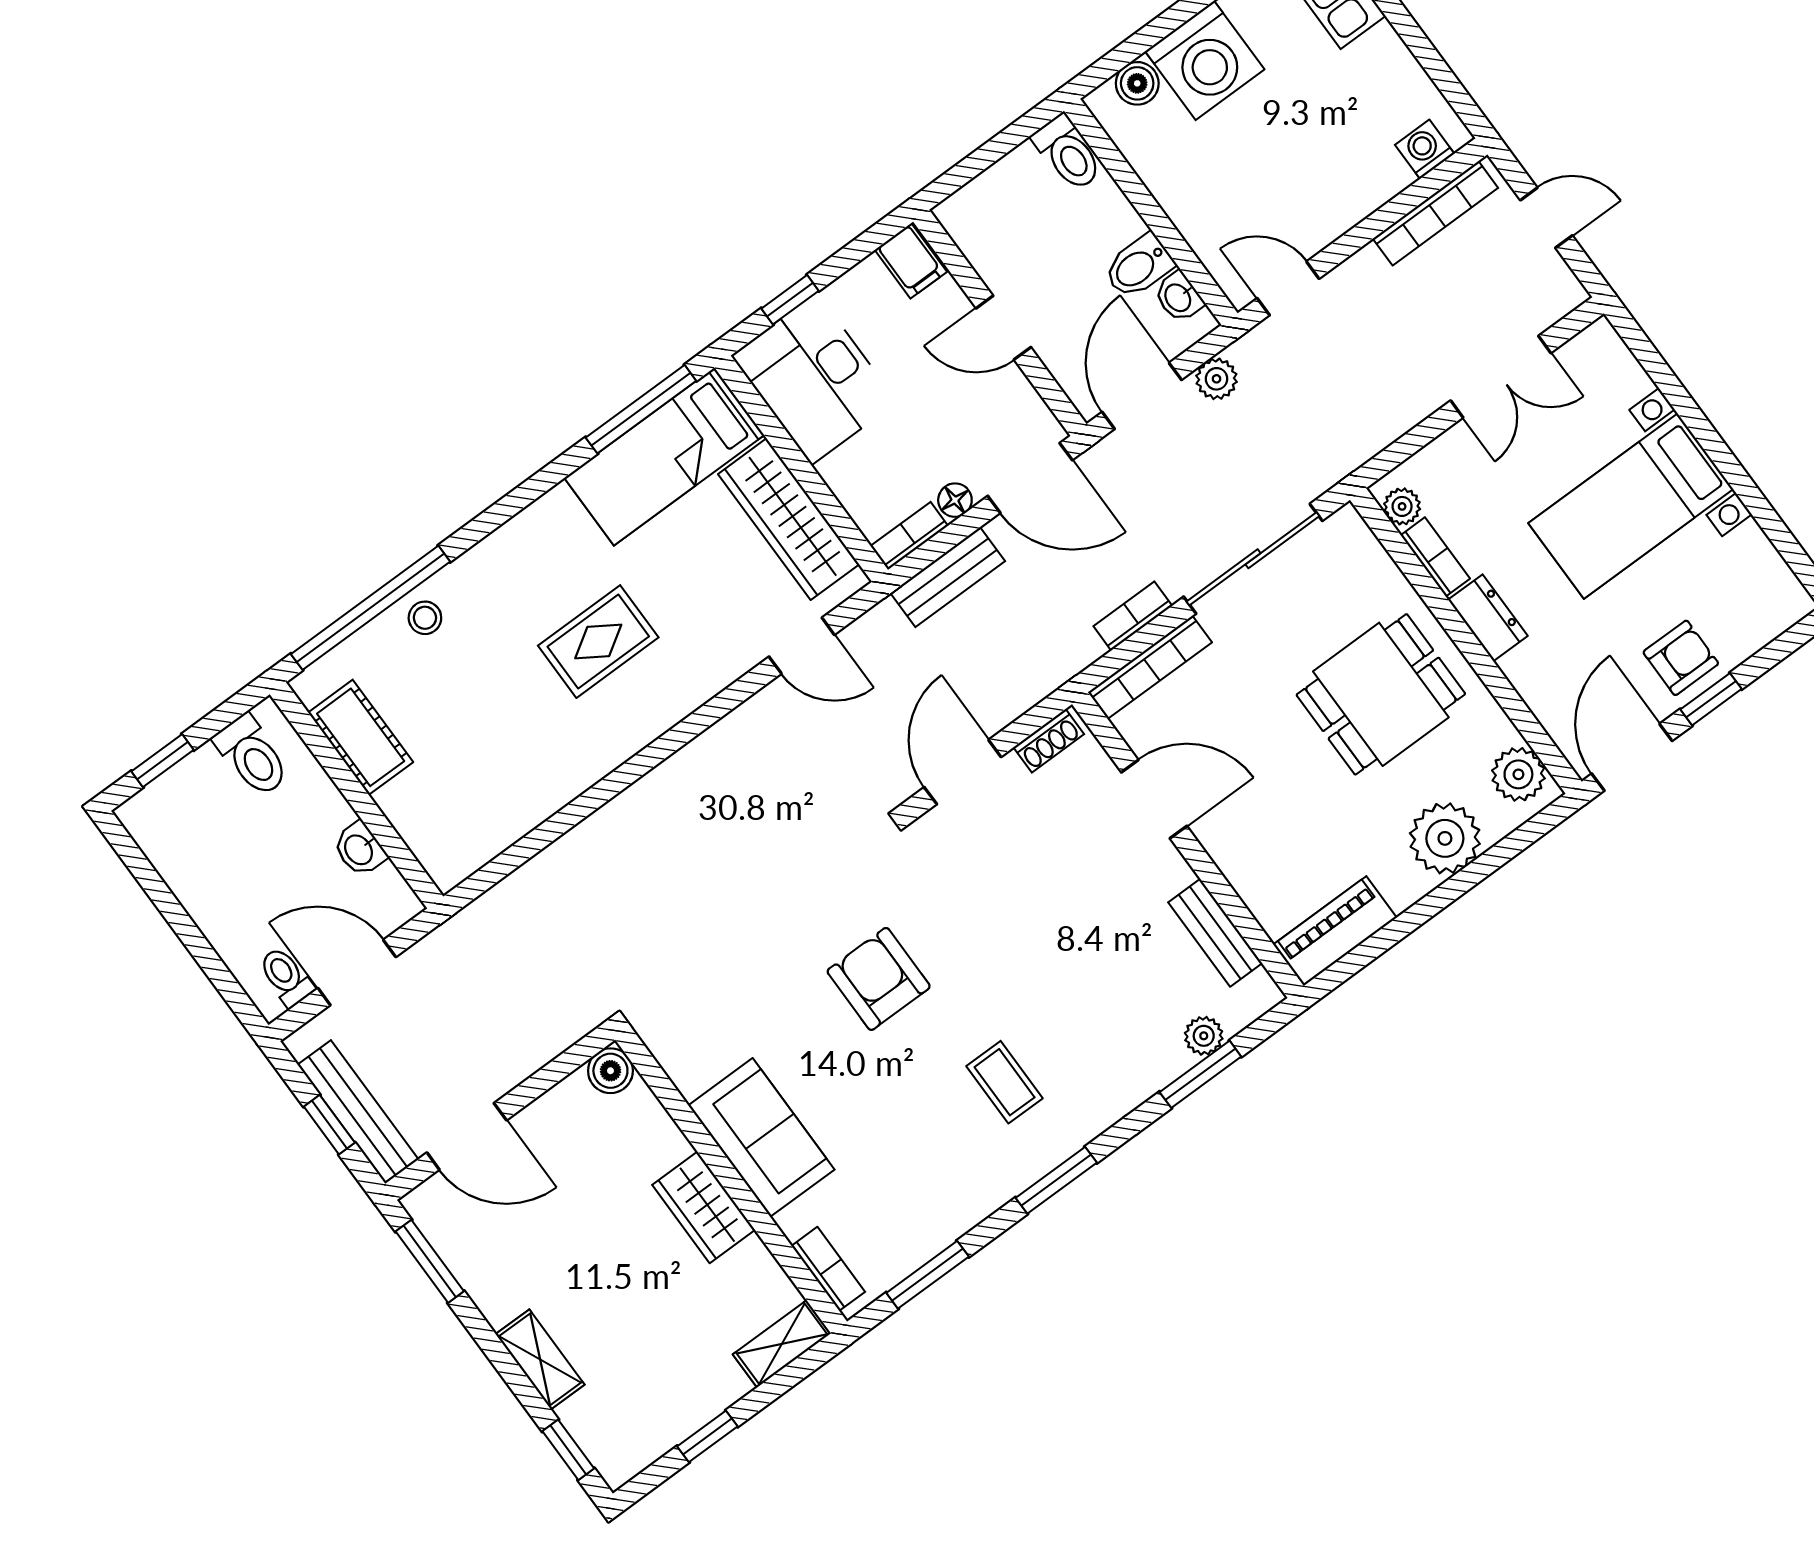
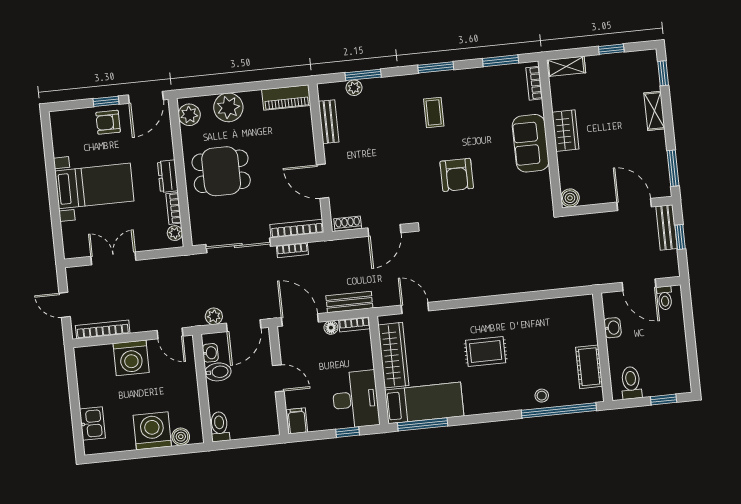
washing machine: (1425, 149) -> (131, 358), moved, width x1.89, depth x1.89
bench: (358, 1112) -> (666, 227), width x0.73

